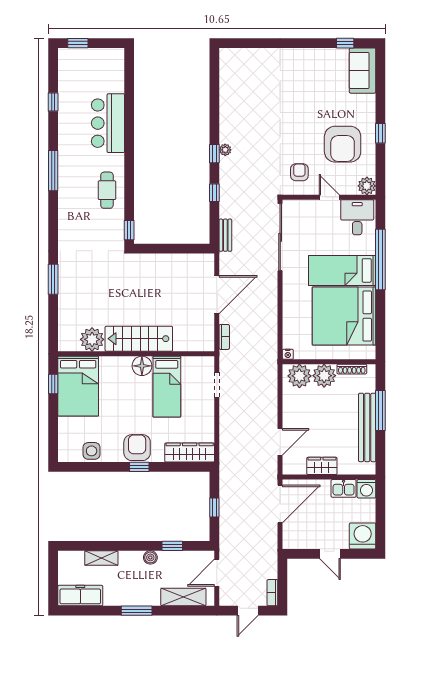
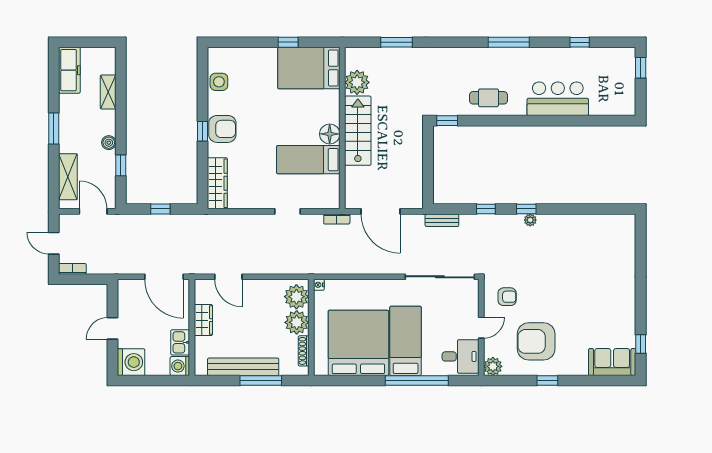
plant: (92, 339) -> (357, 82), moved
stairs: (139, 339) -> (358, 131), moved
wall: (136, 354) -> (342, 128), moved
floor lamp: (142, 366) -> (330, 134), moved
bed: (78, 386) -> (309, 68), moved
bed: (167, 387) -> (308, 160), moved

